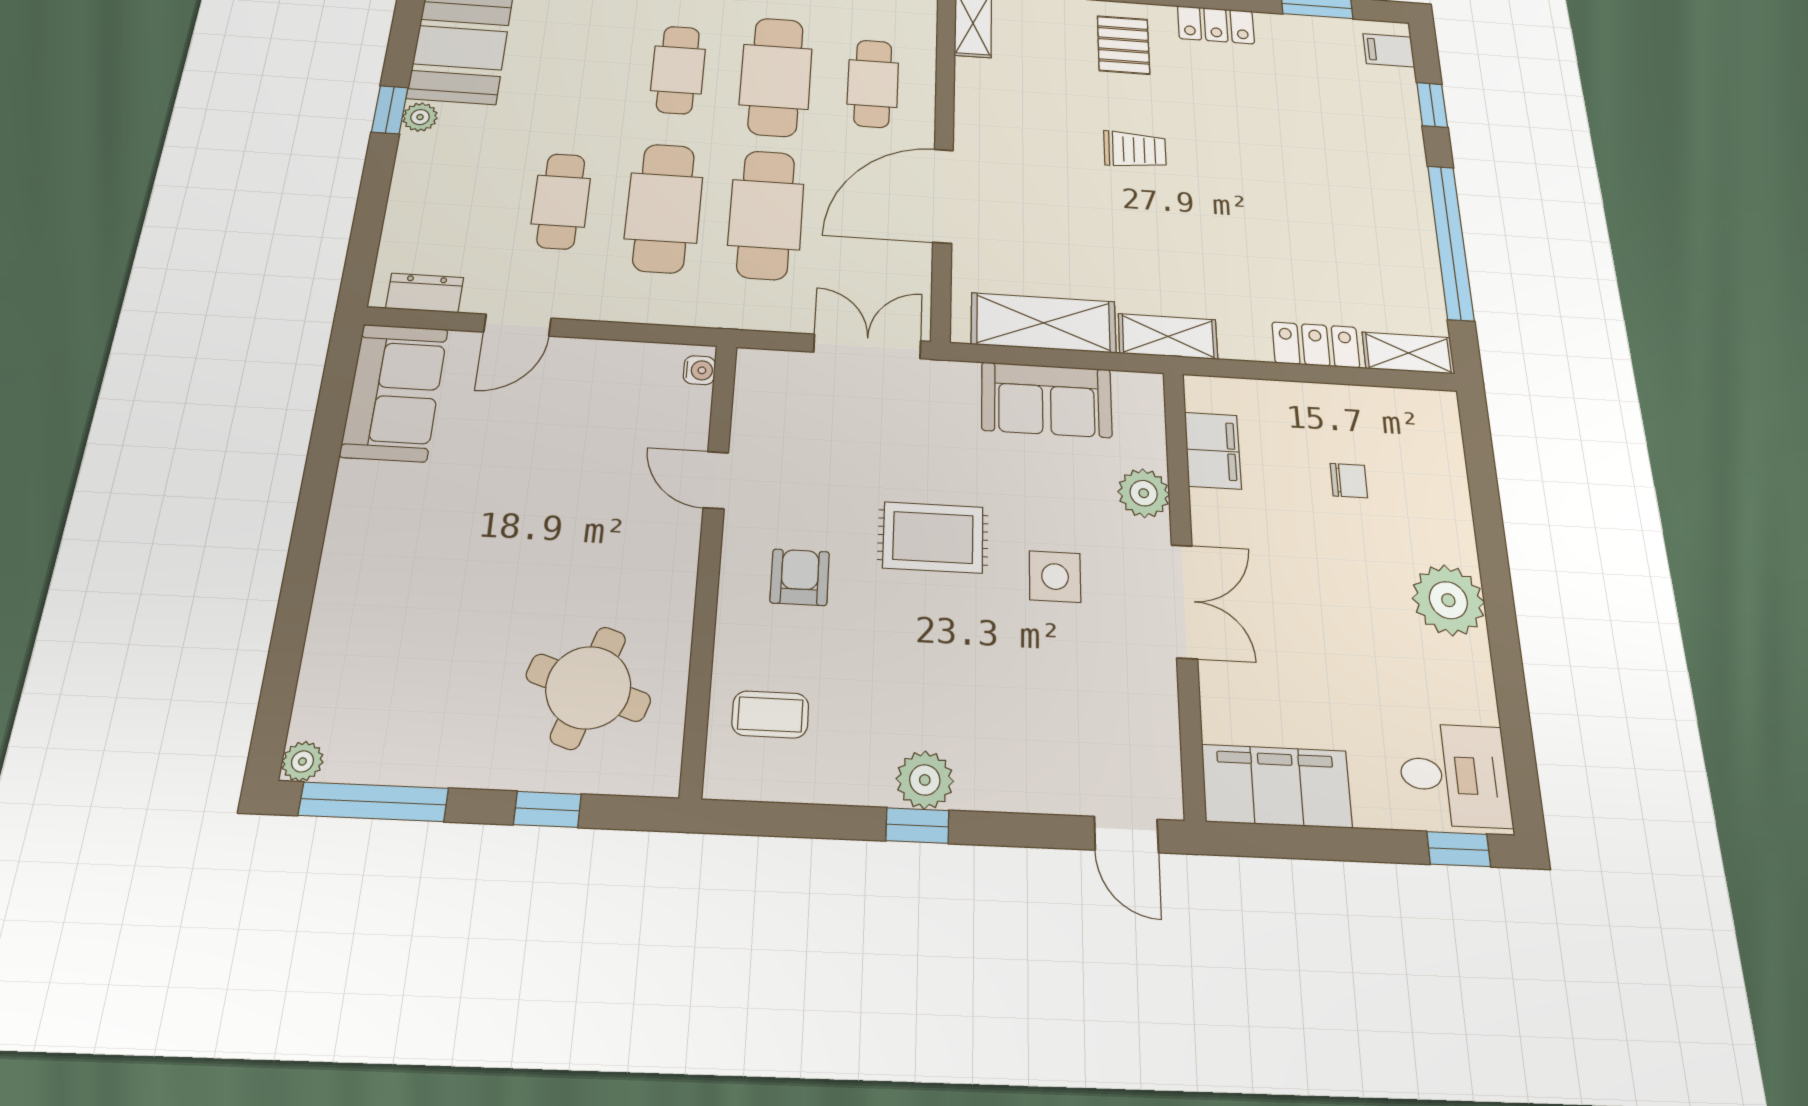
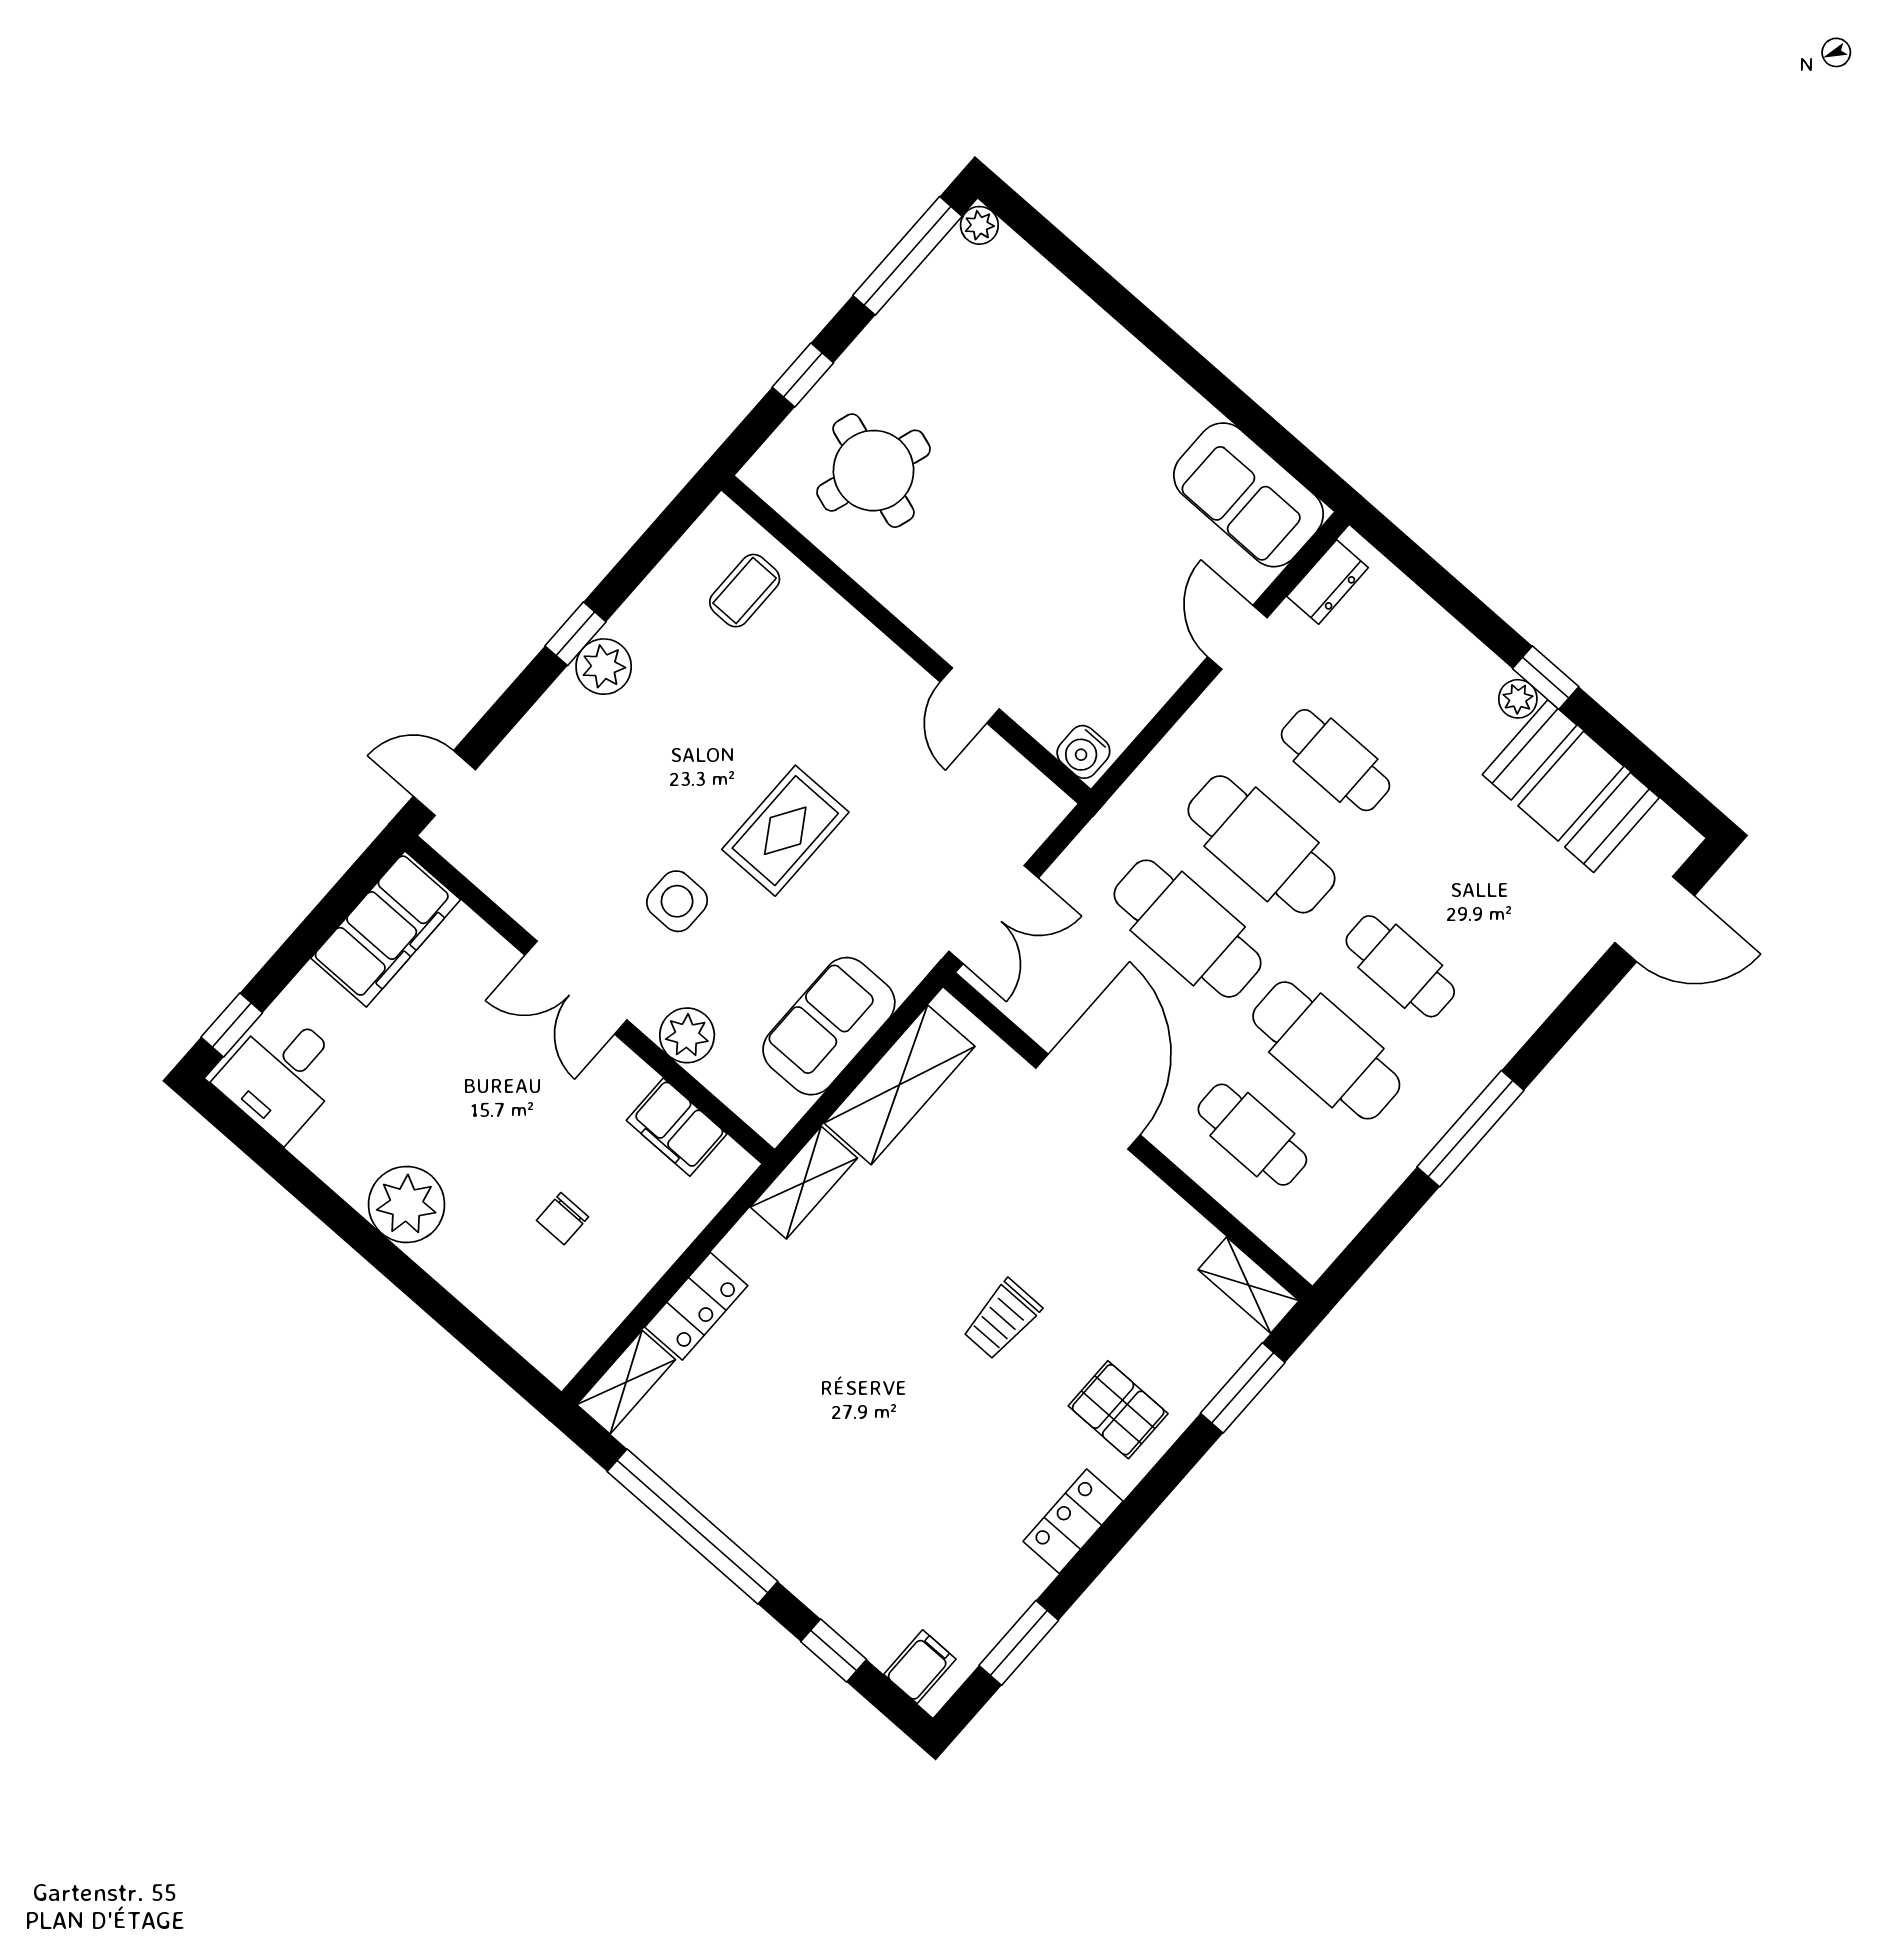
water cooler: (699, 370) -> (1083, 752), width x1.38, depth x1.38
door: (716, 480) -> (970, 695), swing flipped
armchair: (800, 577) -> (836, 698), removed

